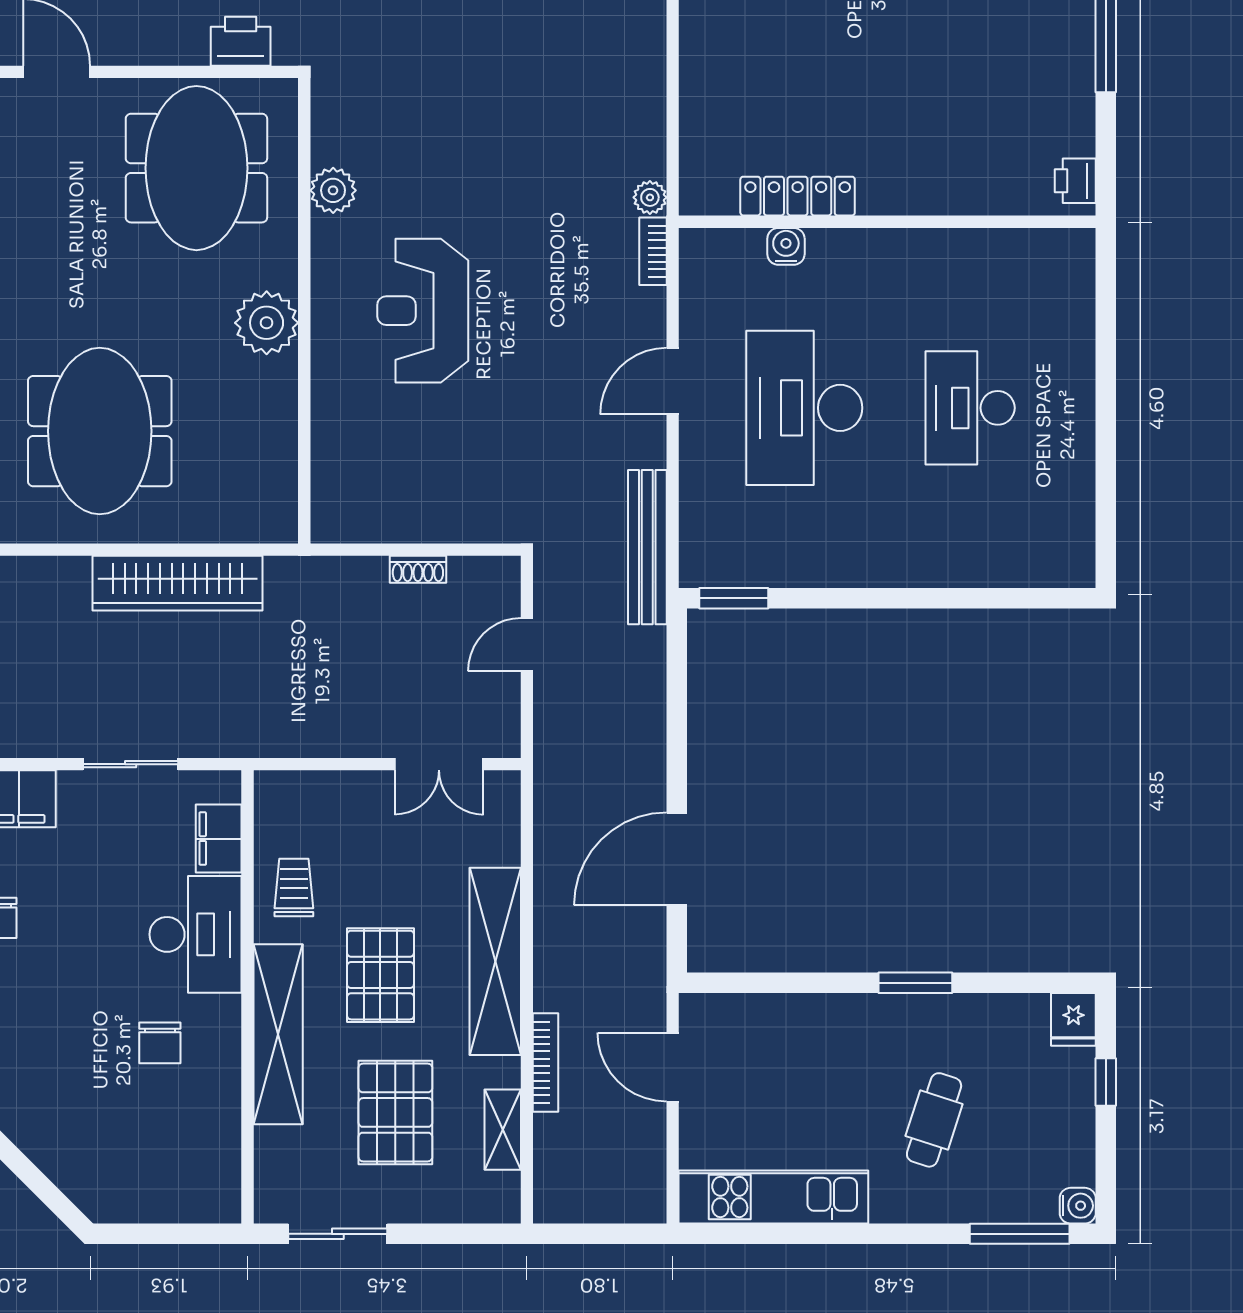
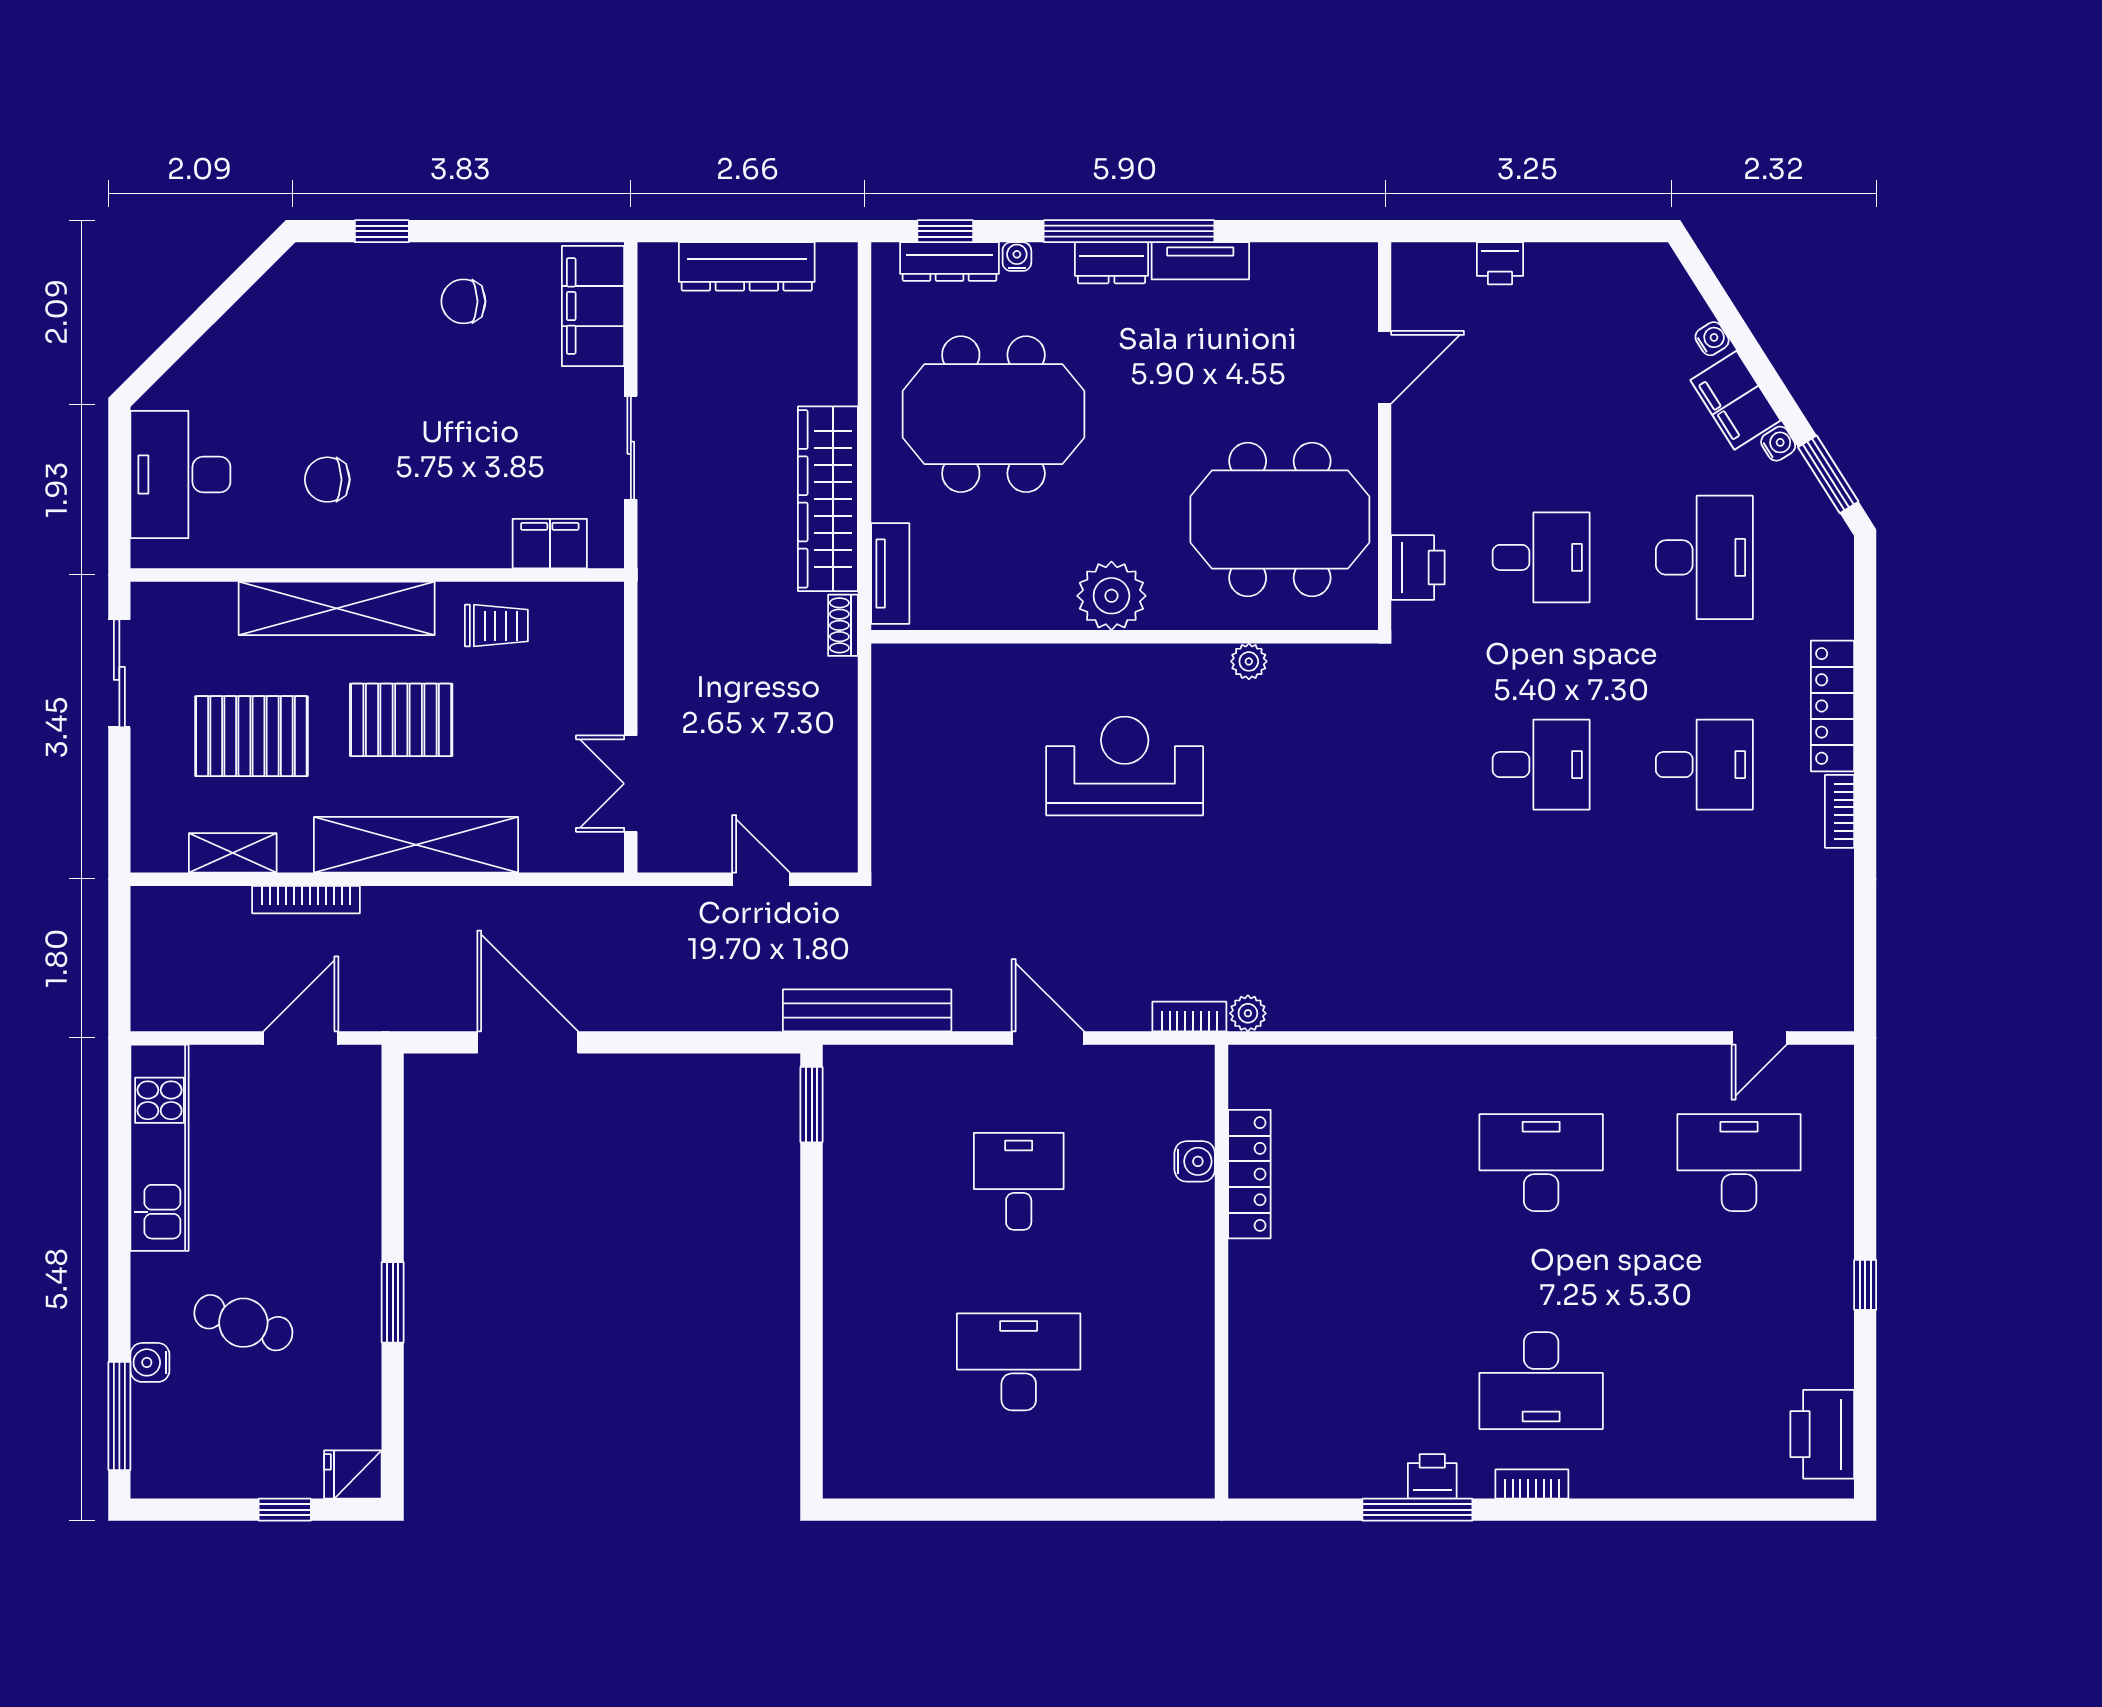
printer: (1075, 181) -> (1432, 1476), moved
plant: (333, 190) -> (1249, 661), width x0.73, depth x0.73
desk: (804, 408) -> (1019, 1181), width x0.53, depth x0.77
tv unit: (246, 526) -> (890, 573), added
shoe rack: (418, 569) -> (843, 625), moved
desk: (195, 934) -> (180, 474), moved, turned 90
water cooler: (1078, 1206) -> (150, 1362), moved, turned 90

